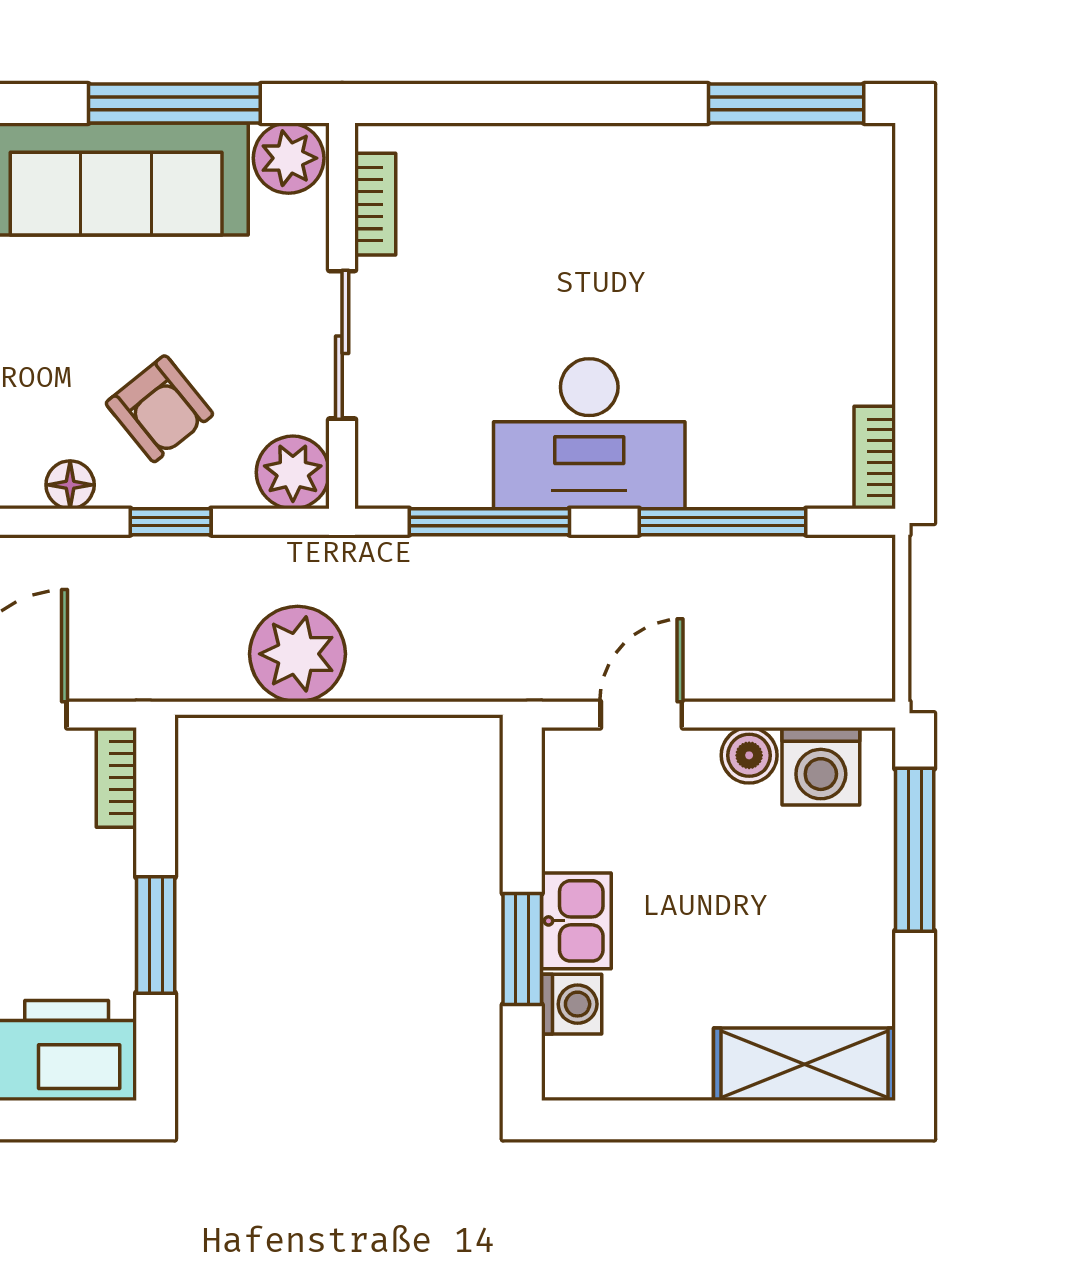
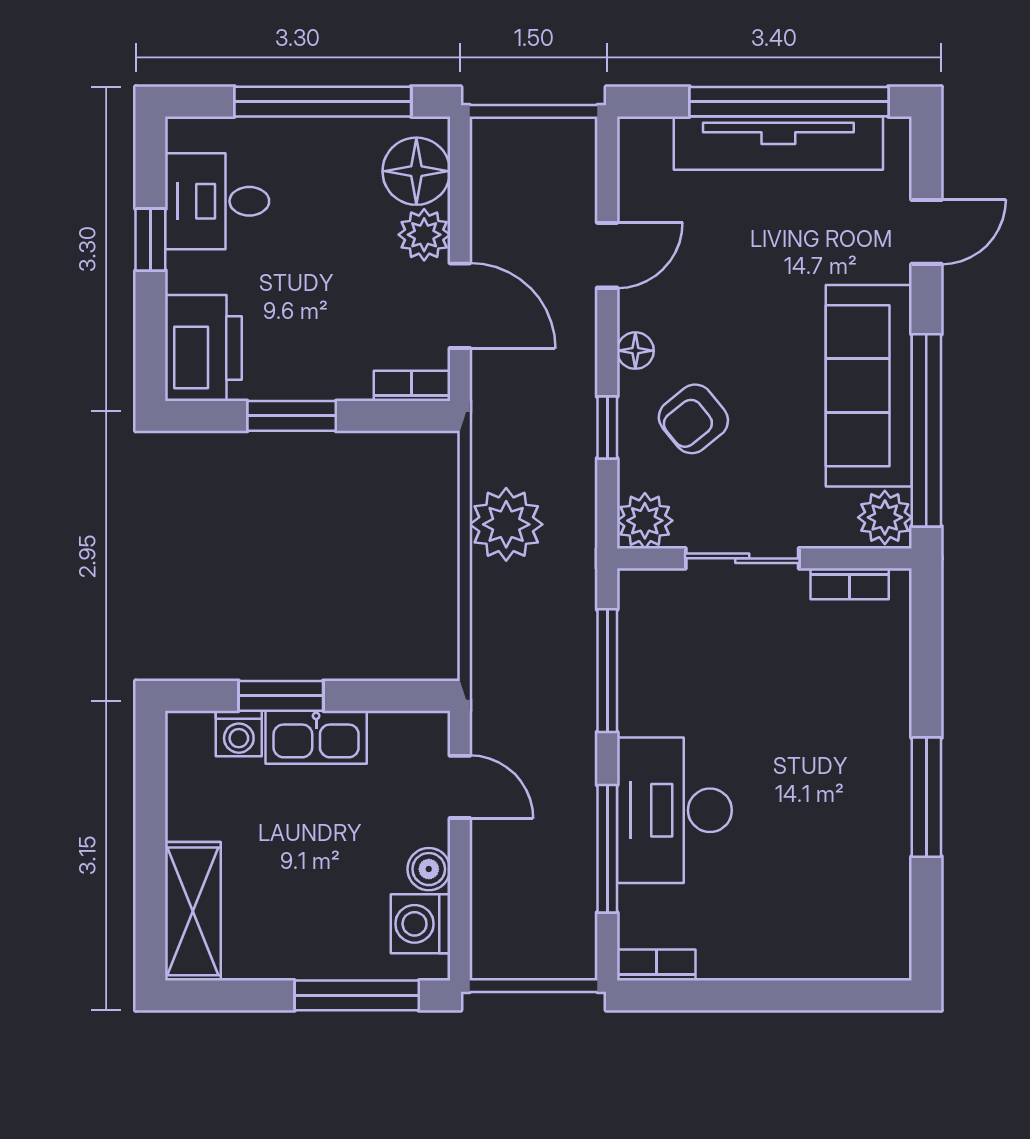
window: (174, 104) -> (926, 430), width x1.46
window: (786, 104) -> (926, 797), moved
desk: (589, 434) -> (674, 810), moved
kitchen sink: (576, 921) -> (316, 737), width x1.38

